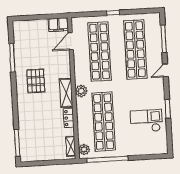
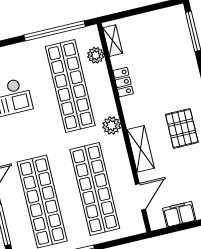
filing cabinet: (58, 25) -> (179, 214), moved
shelving: (66, 93) -> (141, 149), moved
plant: (84, 149) -> (96, 55), moved

